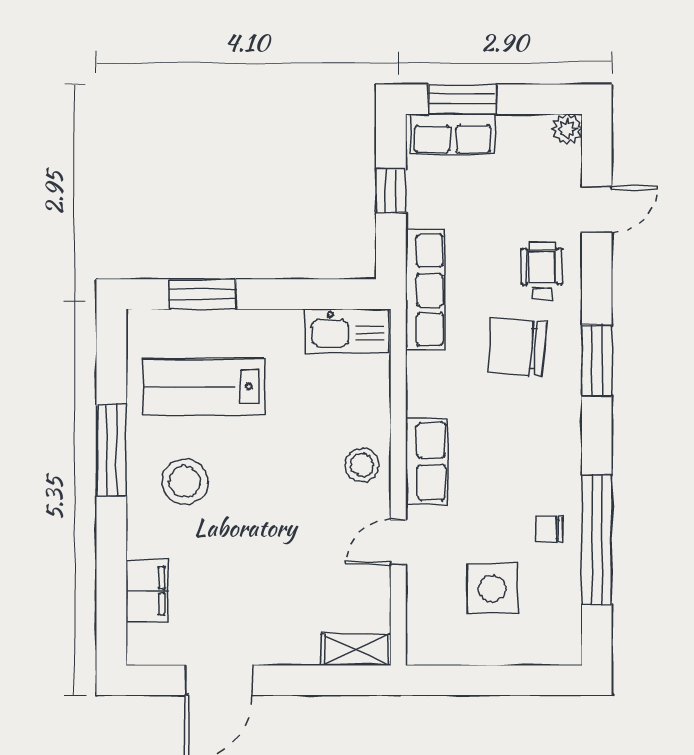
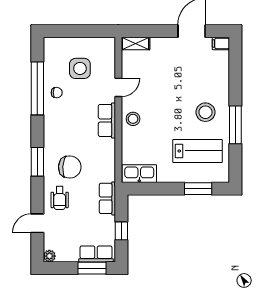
row of seats: (425, 290) -> (107, 198), width x0.68
filing cabinet: (147, 591) -> (221, 43), moved, width x0.50

